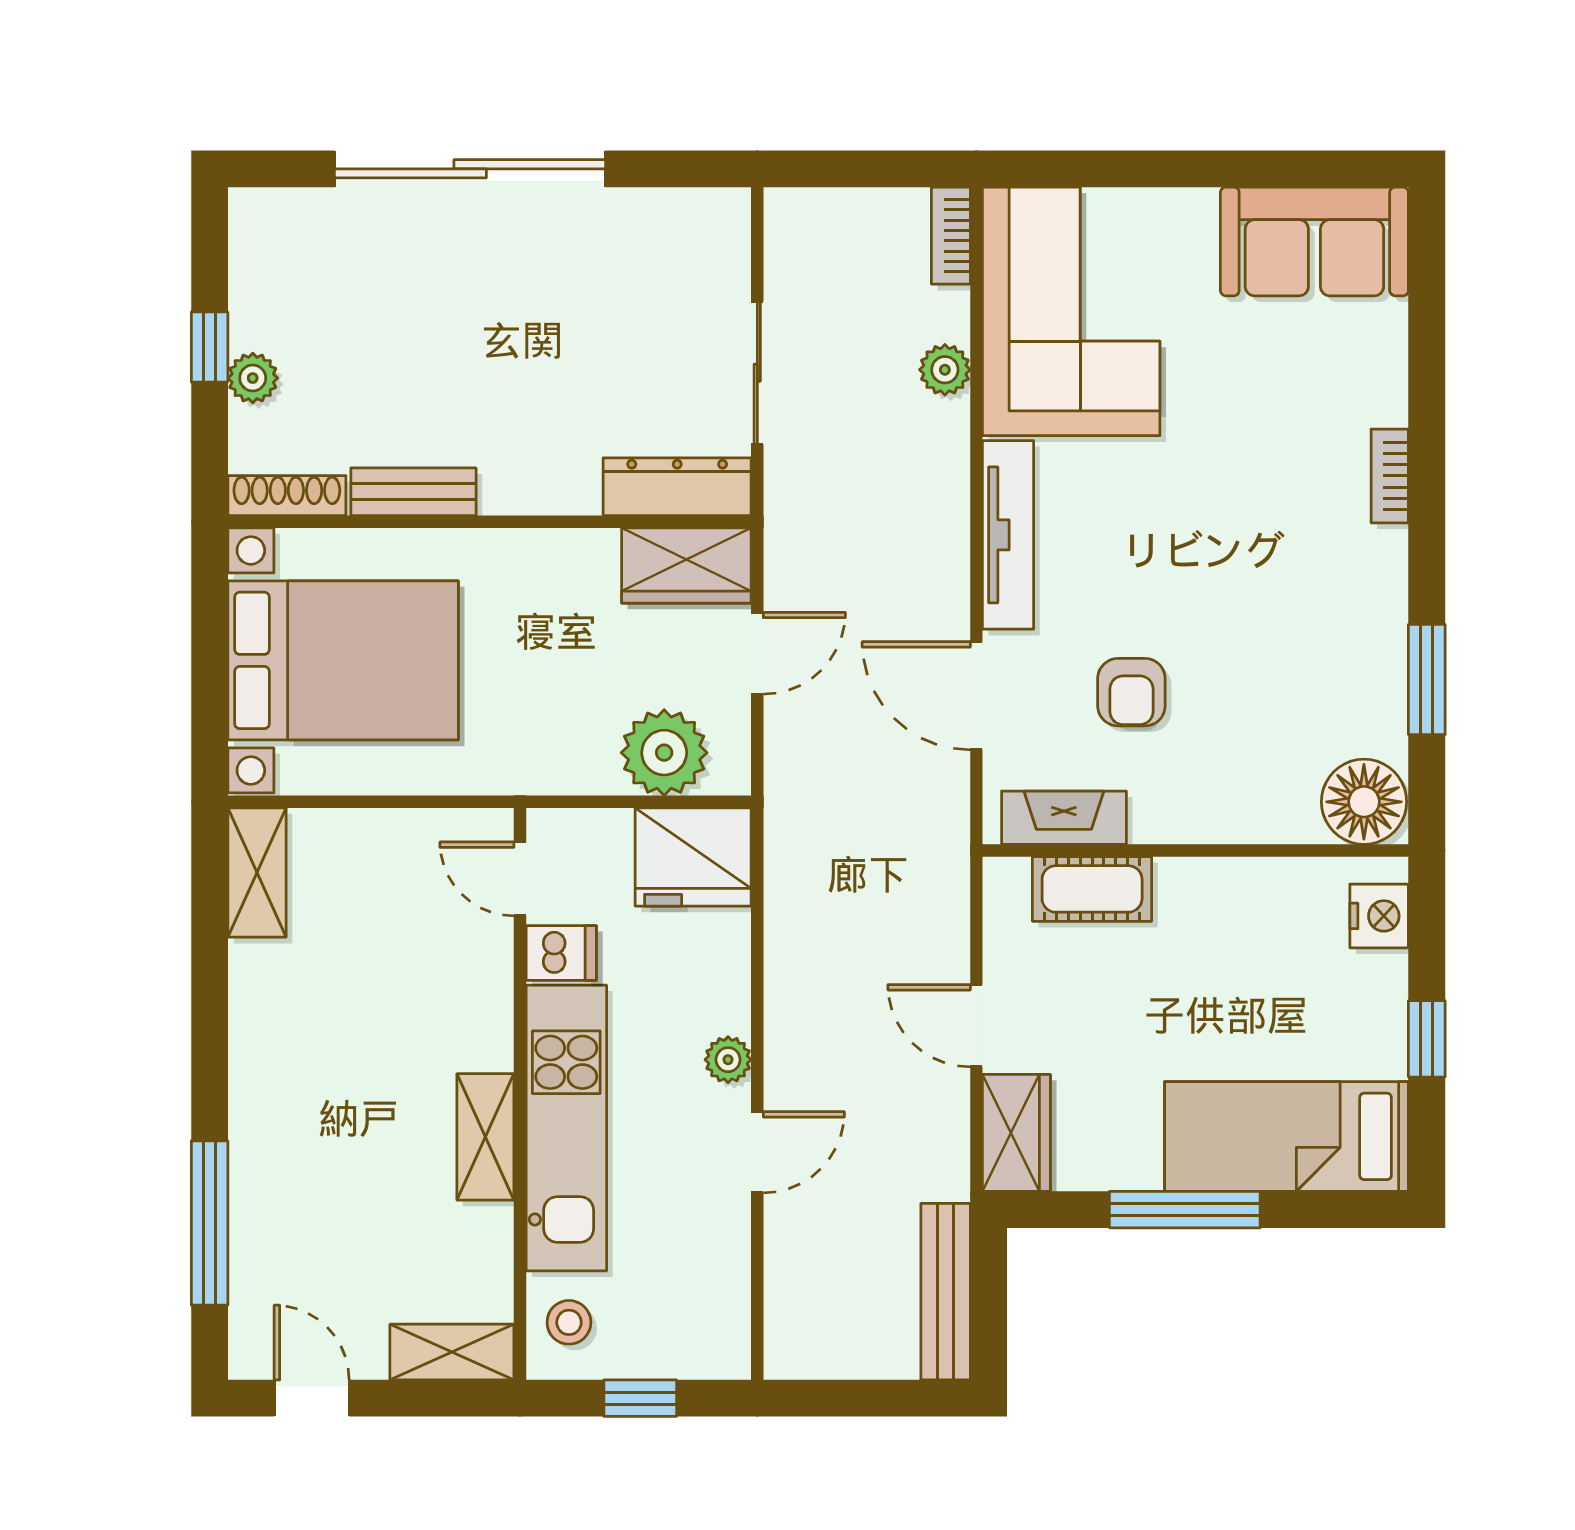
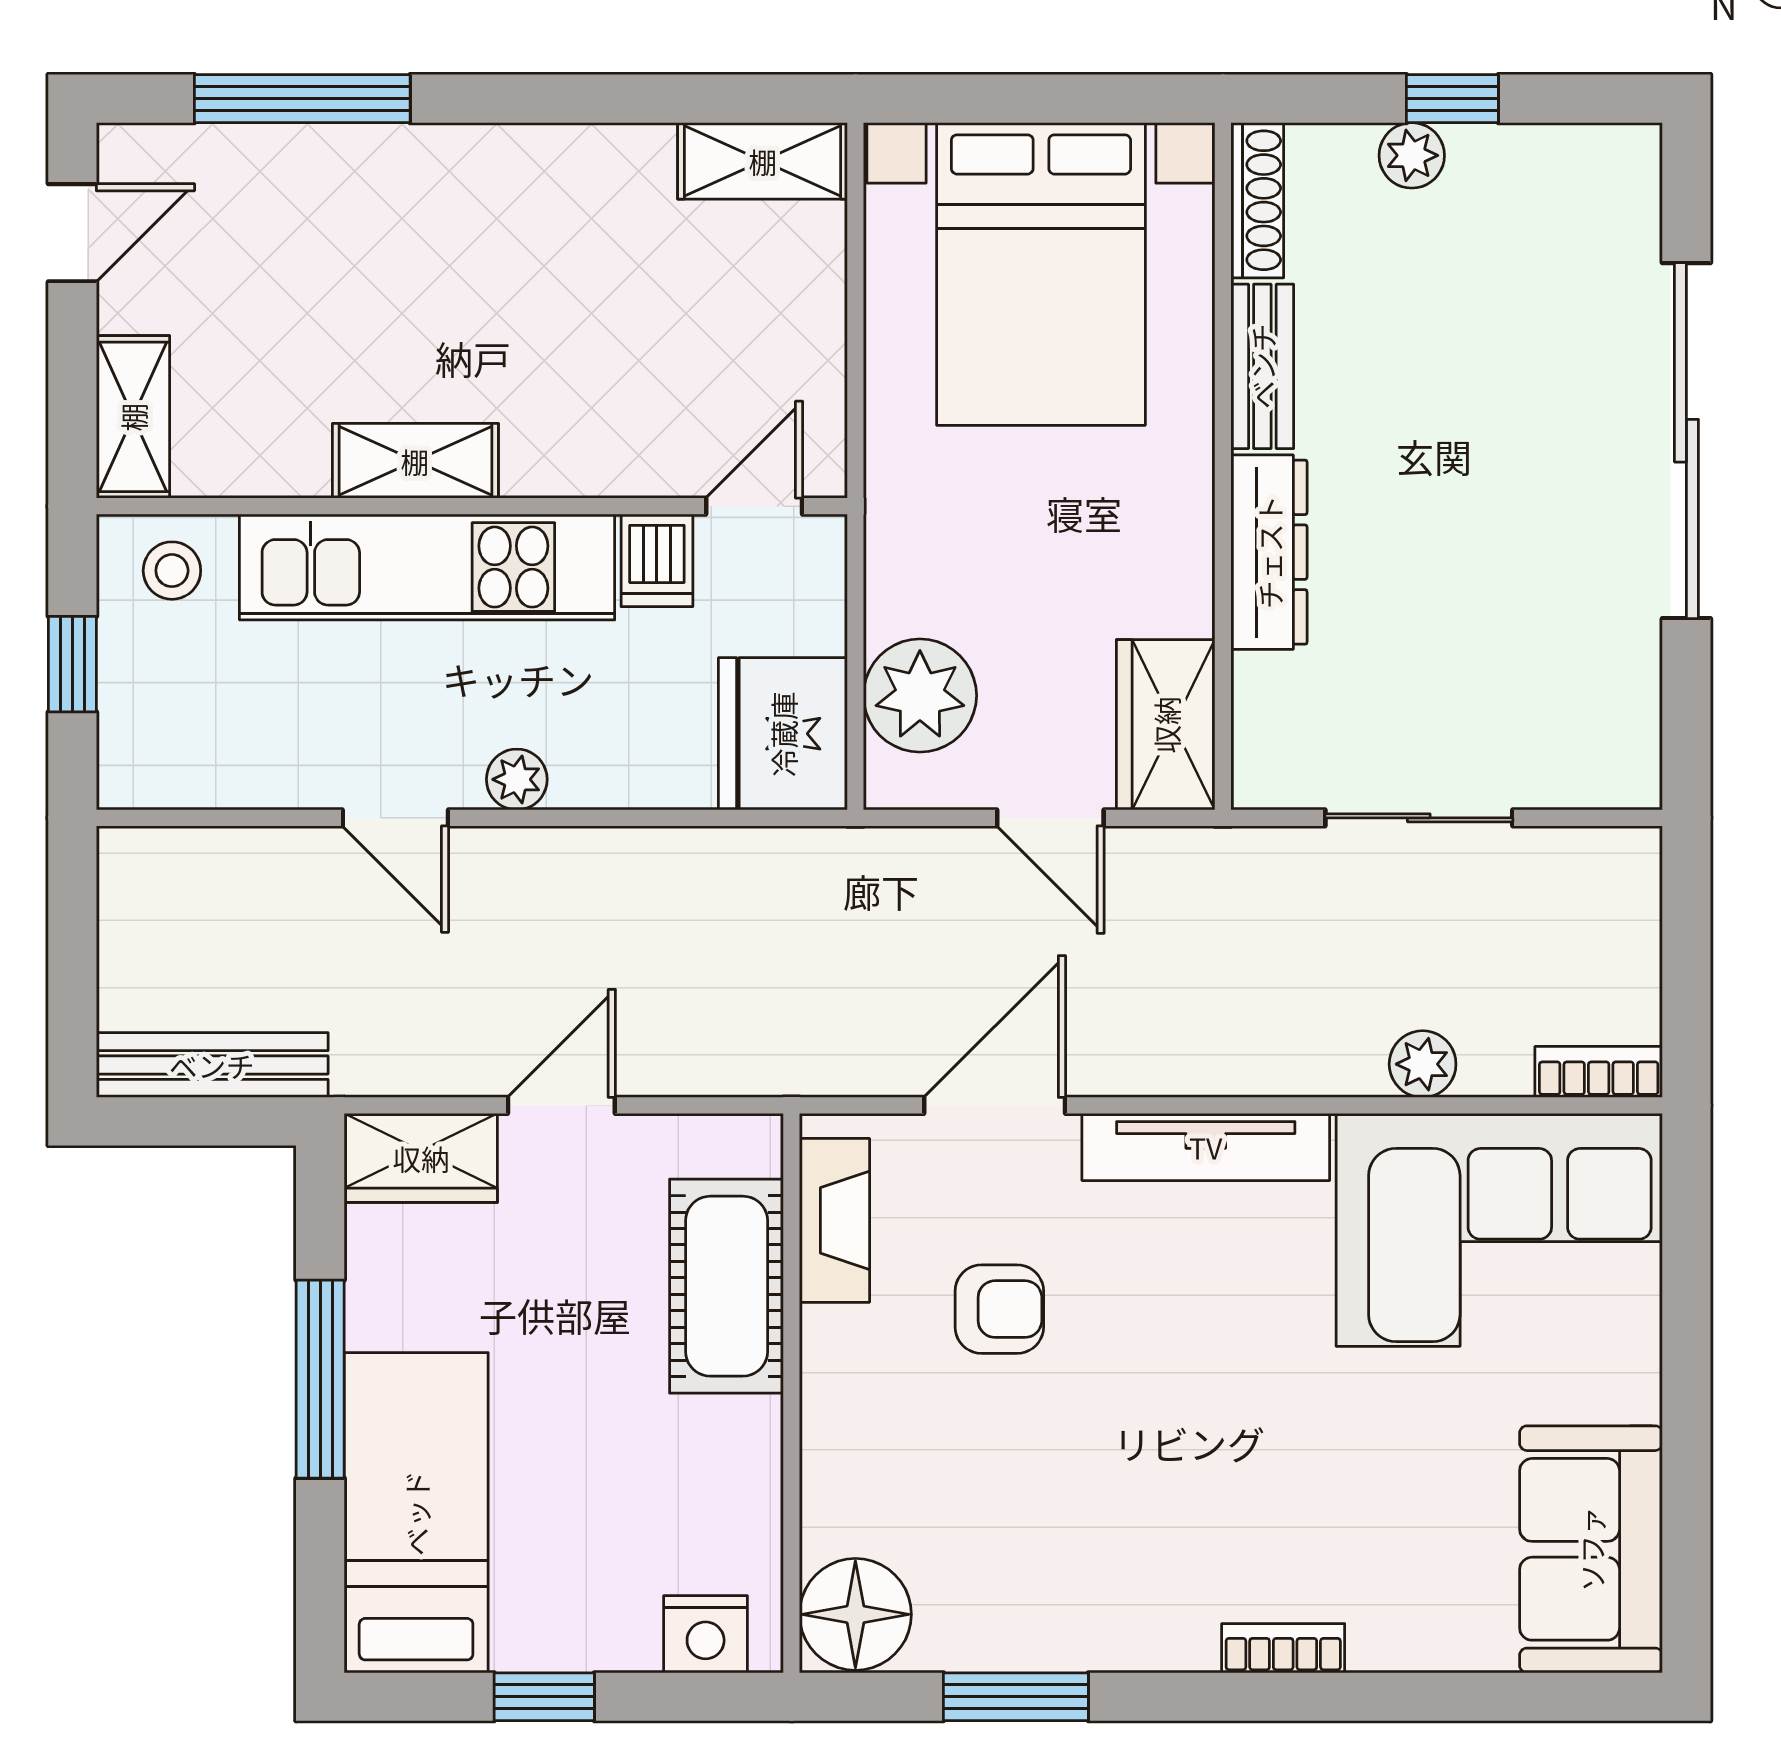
dresser: (677, 487) -> (1269, 552), moved
armchair: (1131, 692) -> (999, 1309), turned 180
cot: (1092, 889) -> (727, 1286), width x1.37, depth x1.34

